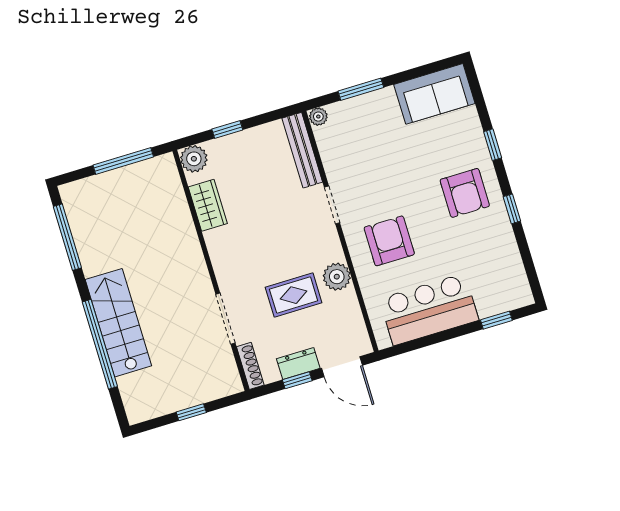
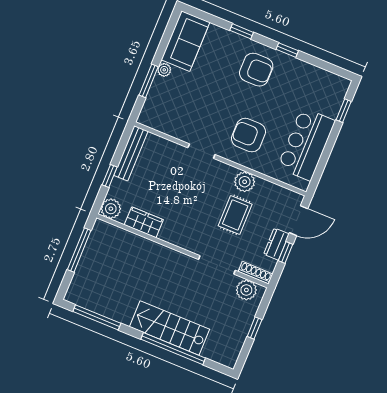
plant: (318, 117) -> (164, 70), moved
bench: (302, 150) -> (131, 153), moved, turned 90
plant: (224, 371) -> (246, 290), added

